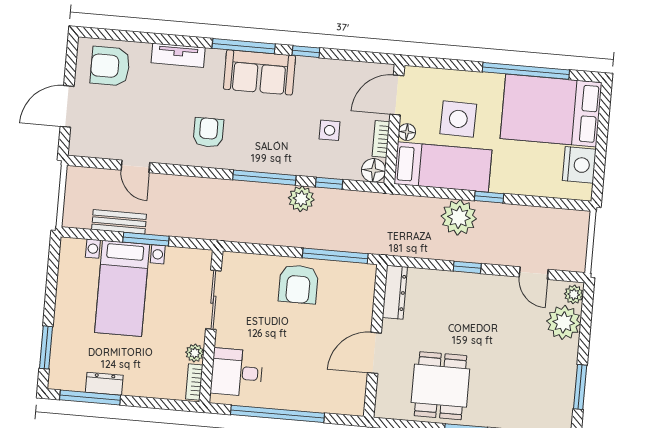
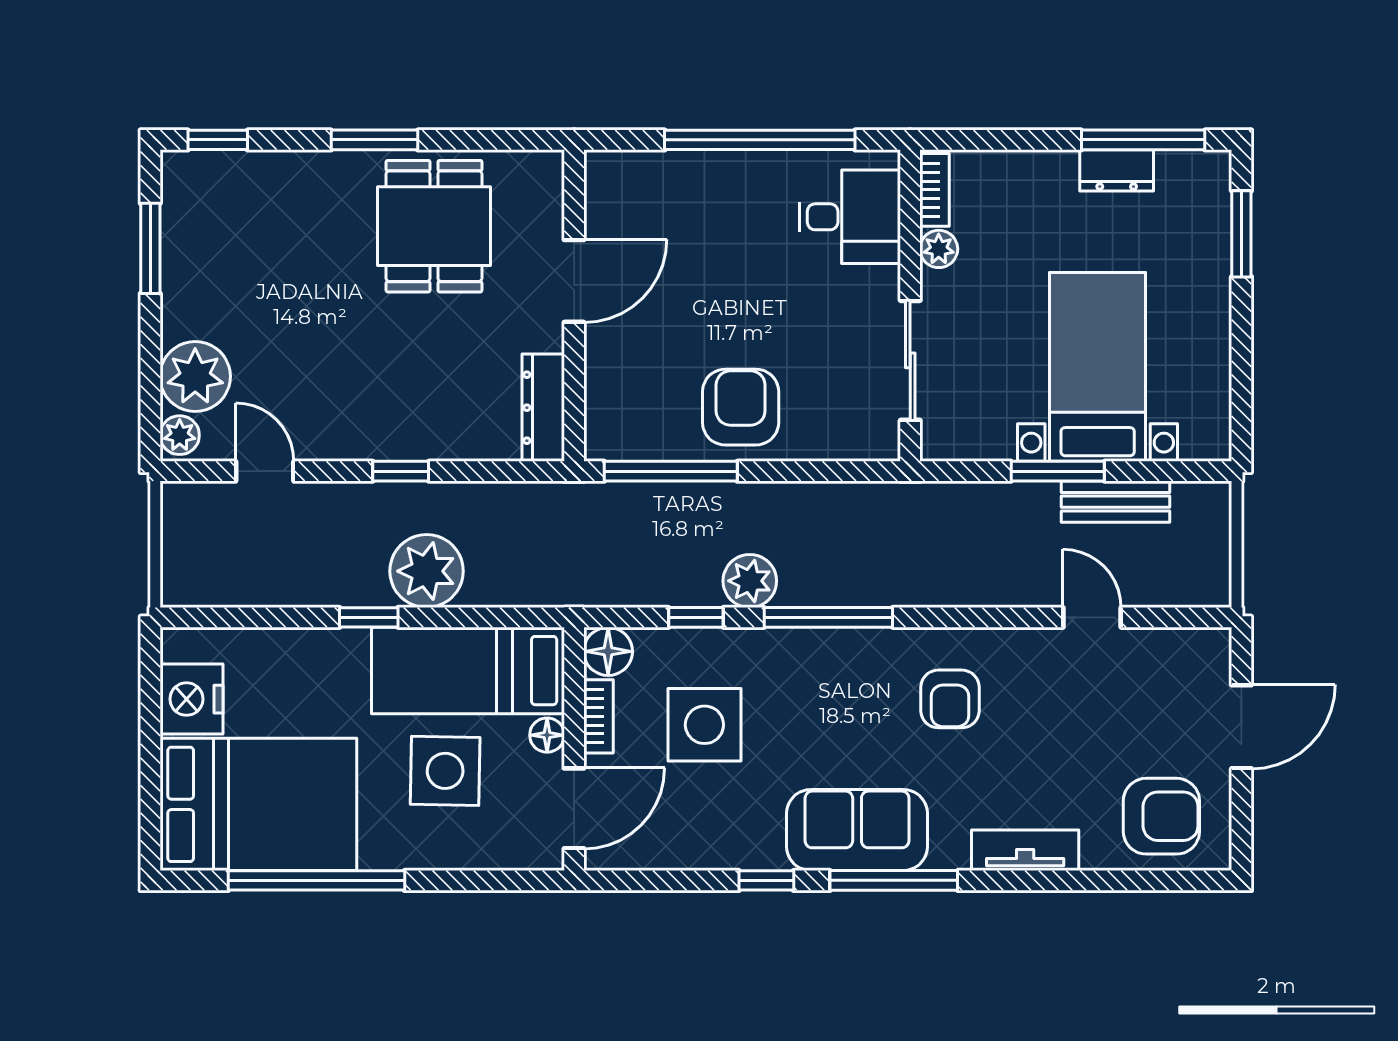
side table: (330, 130) -> (704, 725), width x1.87, depth x1.87

